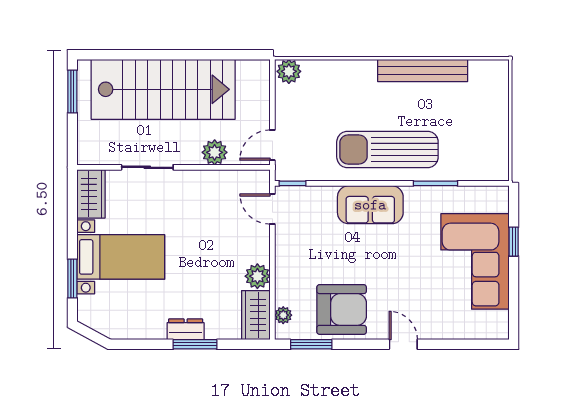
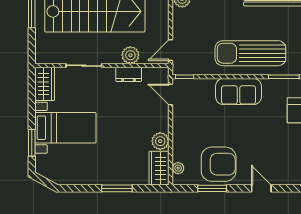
dresser: (186, 329) -> (129, 74), moved, turned 180
window: (311, 344) -> (212, 188), moved

